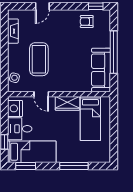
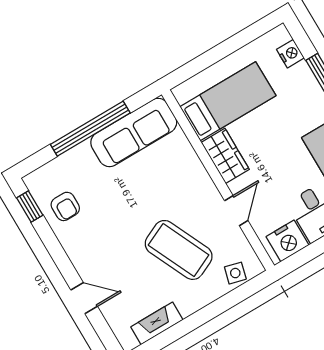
coffee table: (39, 59) -> (179, 250), turned 65
nightstand: (95, 158) -> (290, 54), added

